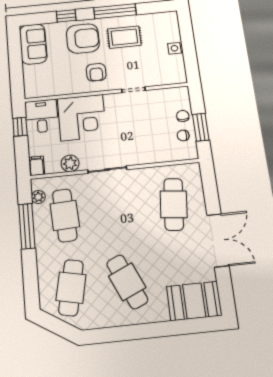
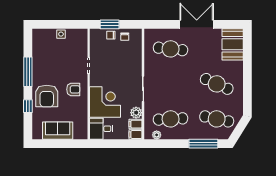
rug: (124, 37) -> (49, 67), removed
armchair: (83, 39) -> (47, 96), turned 180
sofa: (33, 44) -> (58, 131), moved
window: (20, 127) -> (107, 144), removed
window: (201, 127) -> (110, 24), moved
filing cabinet: (53, 164) -> (136, 124), added
window: (27, 226) -> (203, 144), moved
cafe table: (127, 282) -> (217, 84), turned 48

